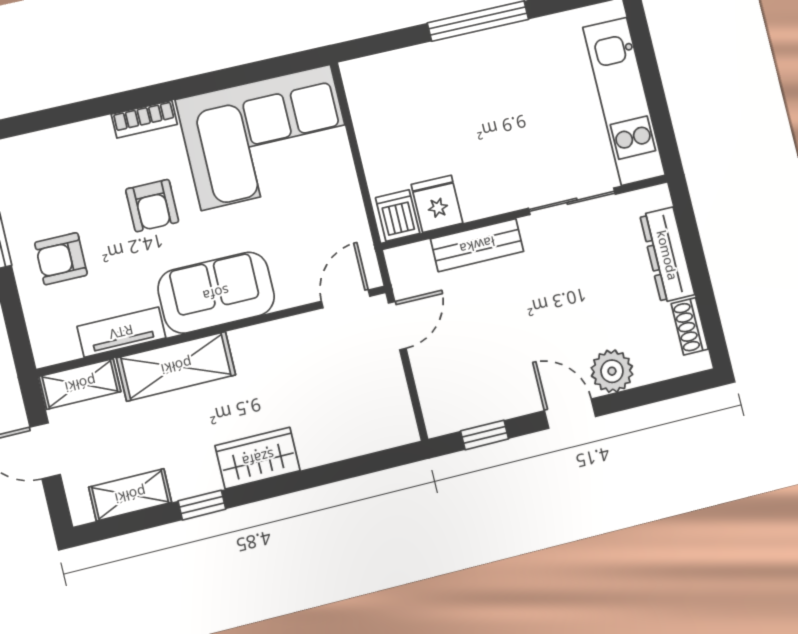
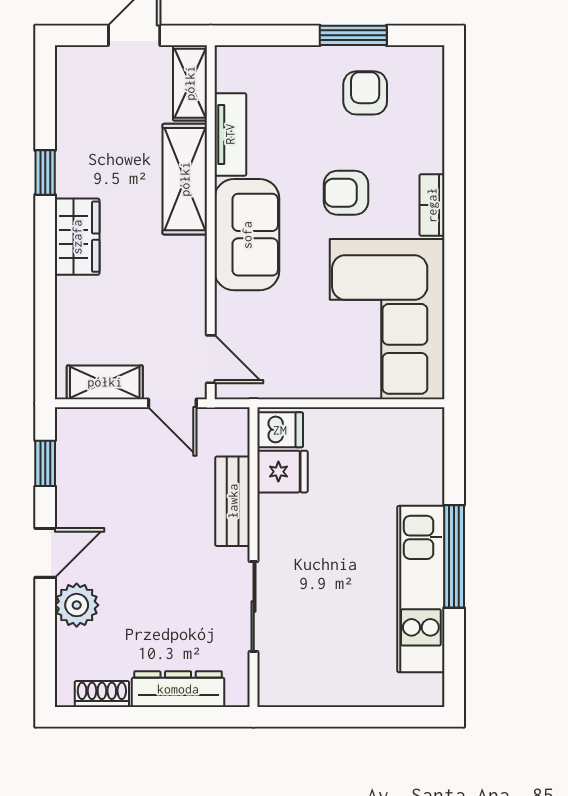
kitchen unit: (624, 101) -> (421, 589), moved, turned -90
armchair: (61, 259) -> (365, 93), moved
shelving: (130, 495) -> (105, 382), moved, turned 90

